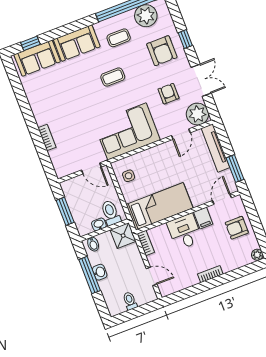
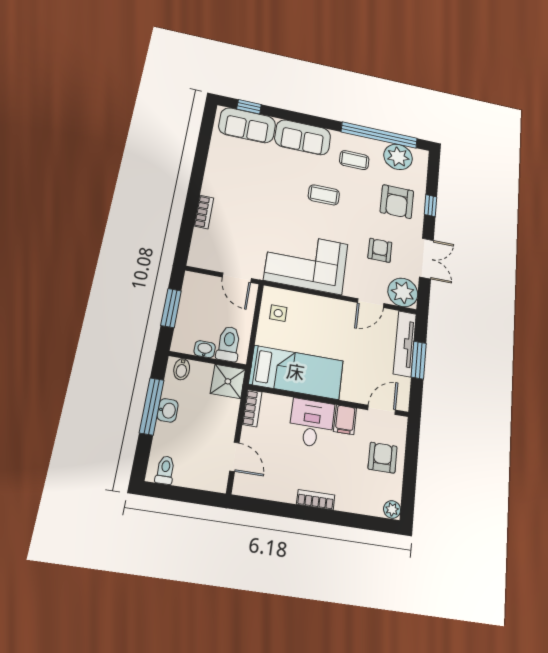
window: (235, 169) -> (419, 360), moved
armchair: (237, 228) -> (383, 458), turned 90
toilet: (130, 301) -> (165, 470), moved

